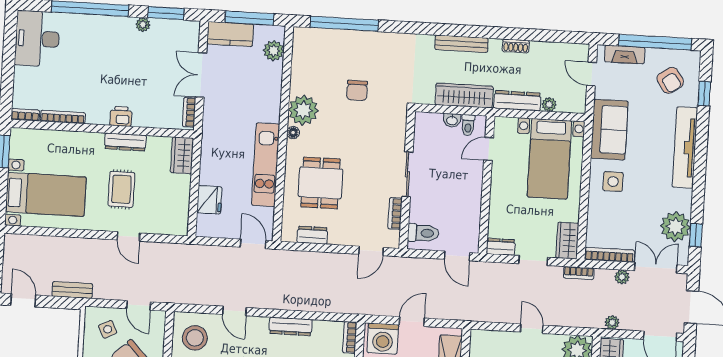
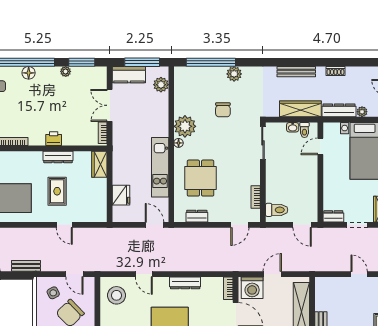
floor lamp: (92, 23) -> (29, 73), added
plant: (376, 42) -> (234, 74), added
sliding door: (407, 174) -> (263, 143), moved

